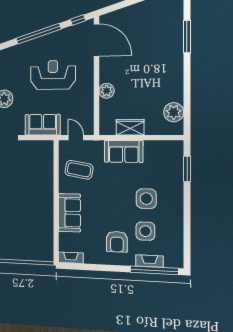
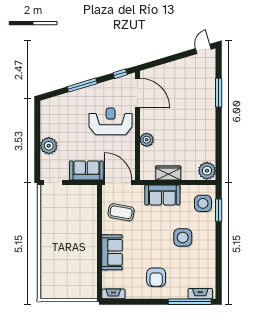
window: (38, 34) -> (82, 85), width x0.68
reception desk: (53, 75) -> (111, 121), moved
plant: (174, 112) -> (207, 171), moved
door: (76, 138) -> (118, 183), width x1.88
side table: (145, 231) -> (203, 203), moved
fireplace: (149, 261) -> (200, 294), moved

